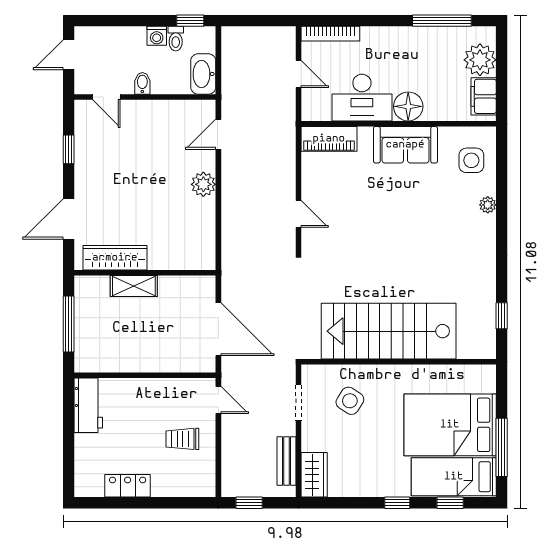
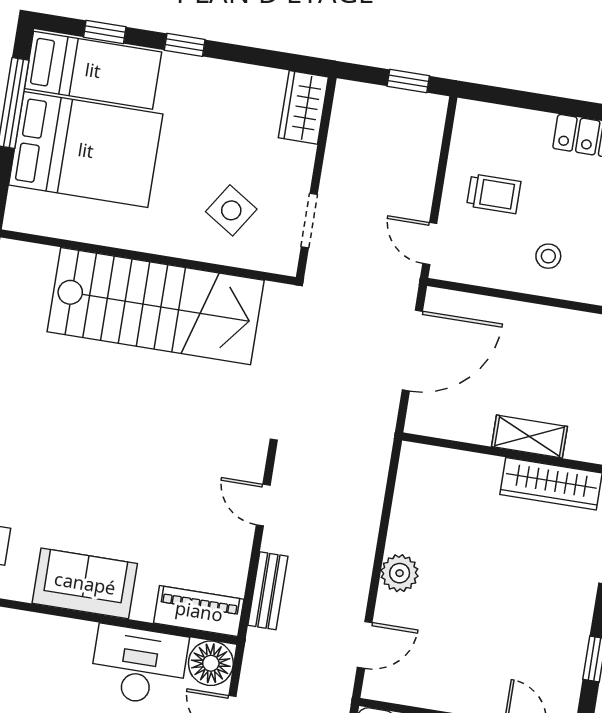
floor lamp: (408, 106) -> (211, 663), moved
door: (218, 329) -> (412, 350), swing flipped
stool: (141, 404) -> (548, 256), added
bench: (286, 461) -> (268, 591), moved

